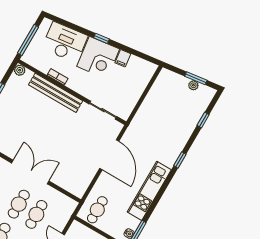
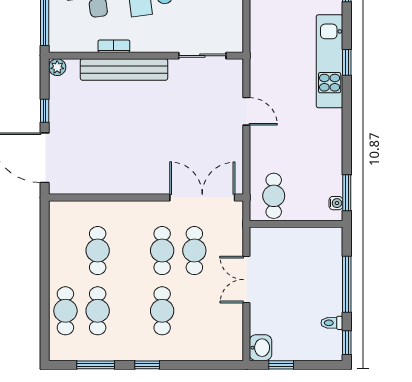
door: (109, 155) -> (246, 111), width x0.53
double door: (30, 172) -> (202, 198), moved
kitchen unit: (149, 191) -> (330, 61), moved

